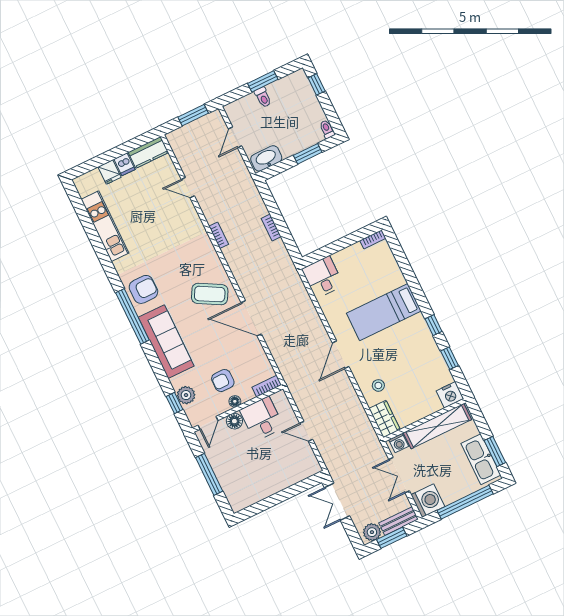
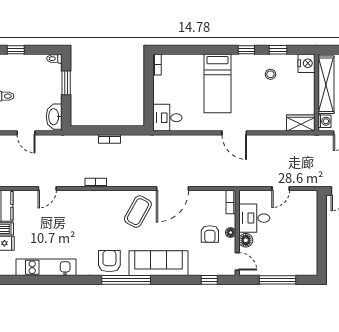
stool: (378, 385) -> (270, 74), moved
plant: (186, 395) -> (207, 268), removed

